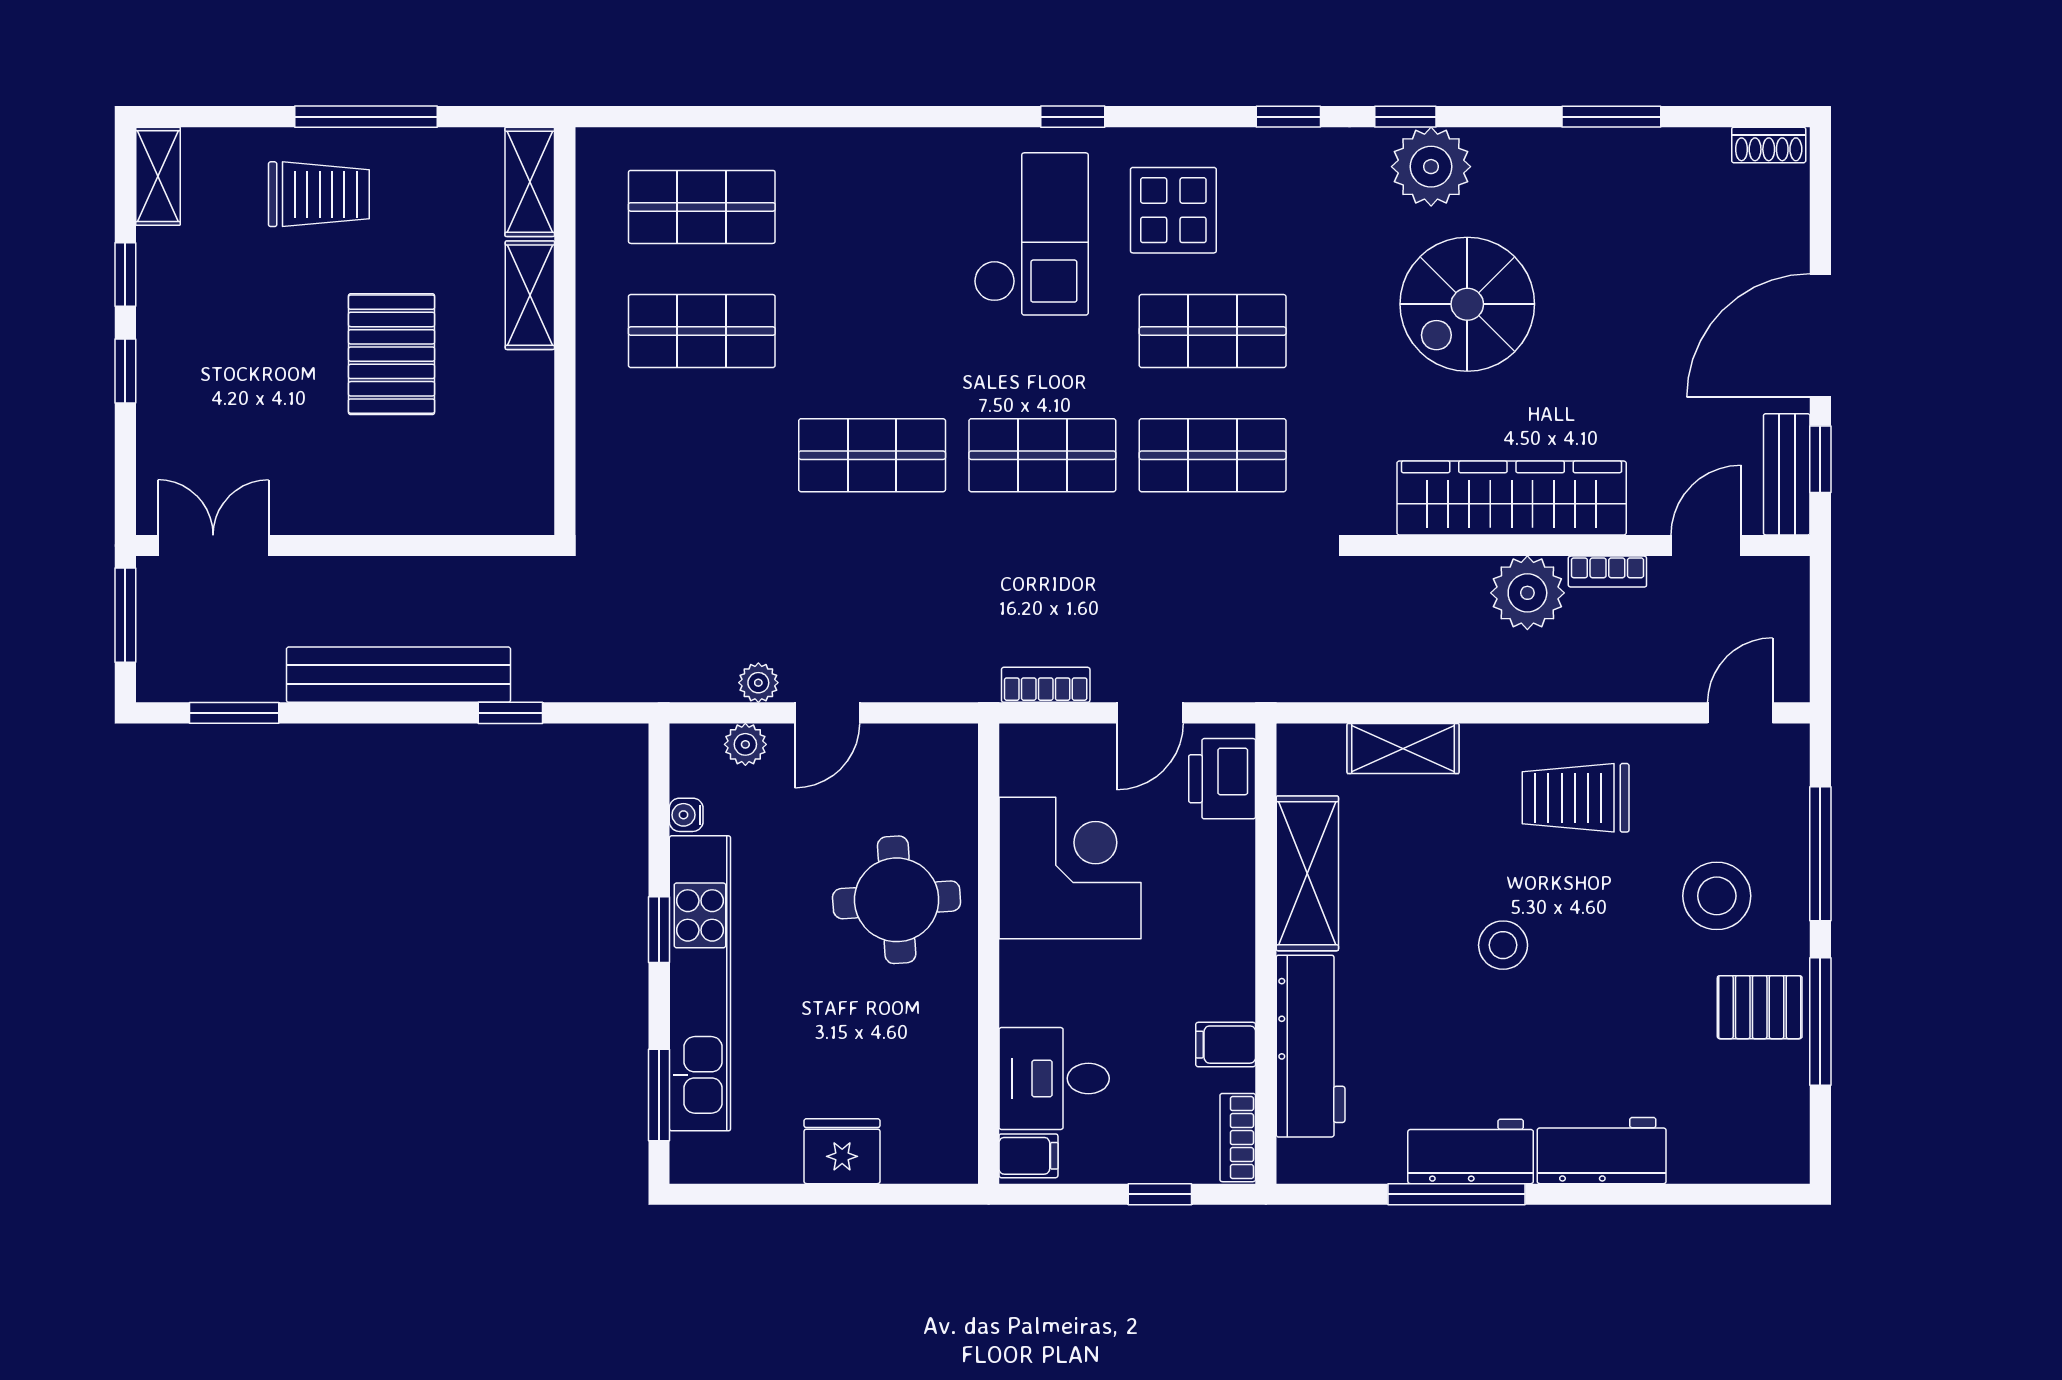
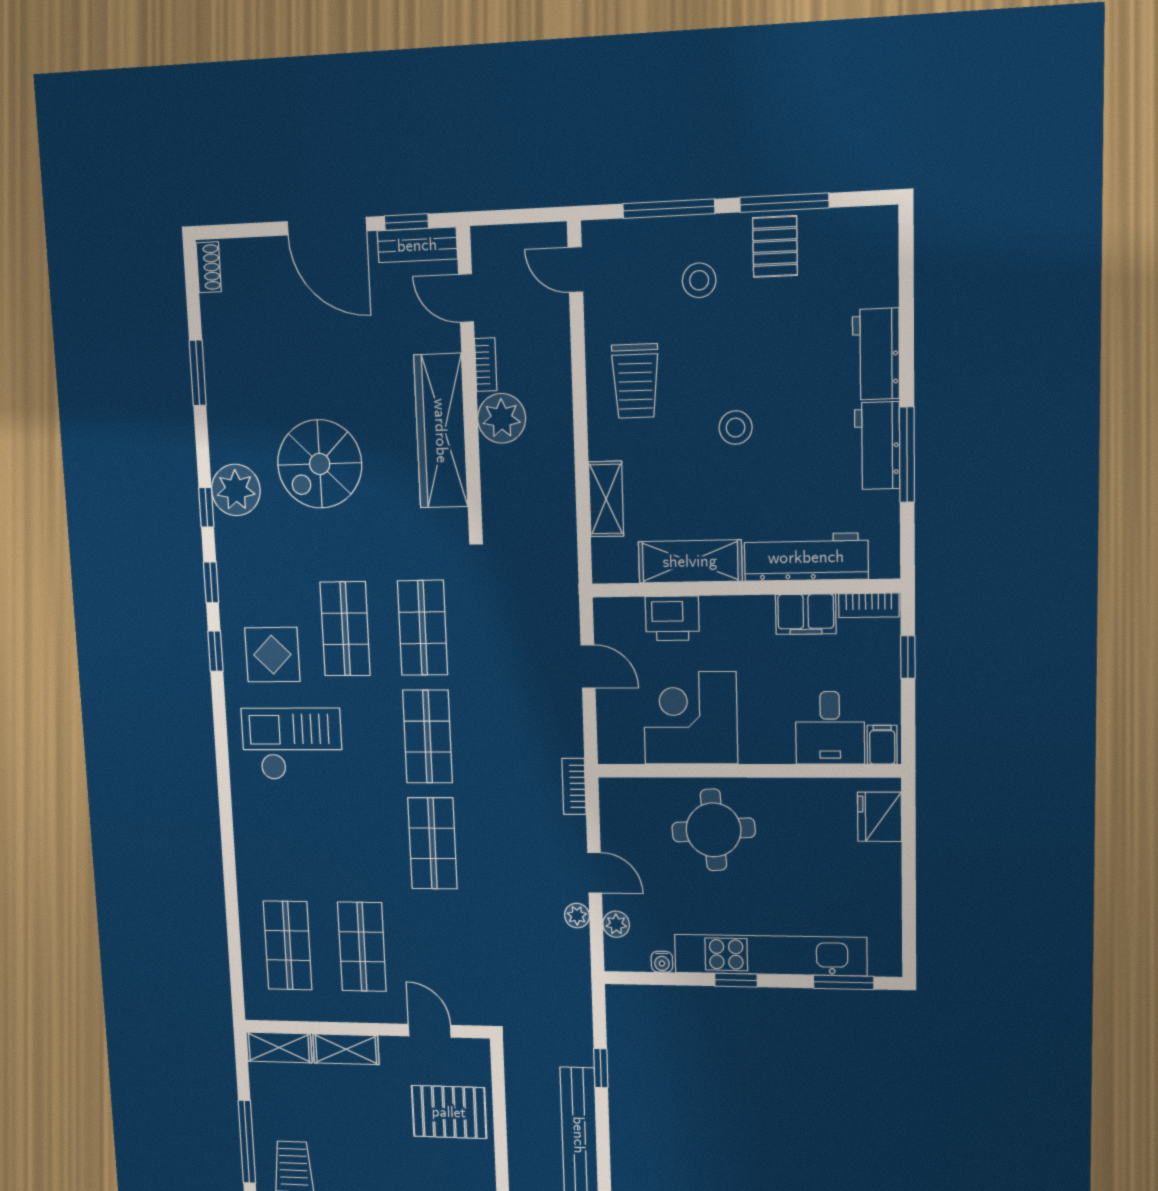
window: (1073, 117) -> (215, 651), moved
spiral stairs: (1467, 304) -> (320, 464), turned 90
pallet: (392, 354) -> (449, 1112), moved
door: (565, 436) -> (430, 1031), added
bookcase: (1046, 685) -> (574, 786), moved
printer: (1222, 779) -> (672, 618), moved
stool: (1717, 896) -> (699, 280), width x0.73, depth x0.73
filing cabinet: (1226, 1045) -> (806, 614), width x2.00
fridge: (842, 1151) -> (880, 817), moved

